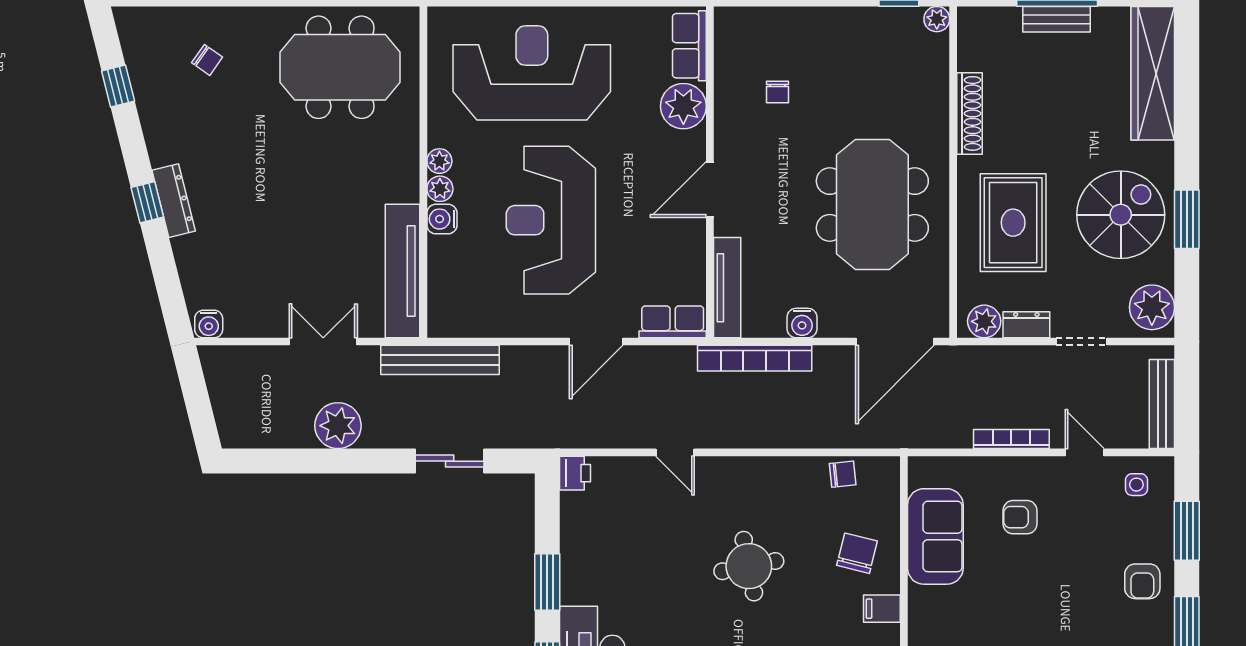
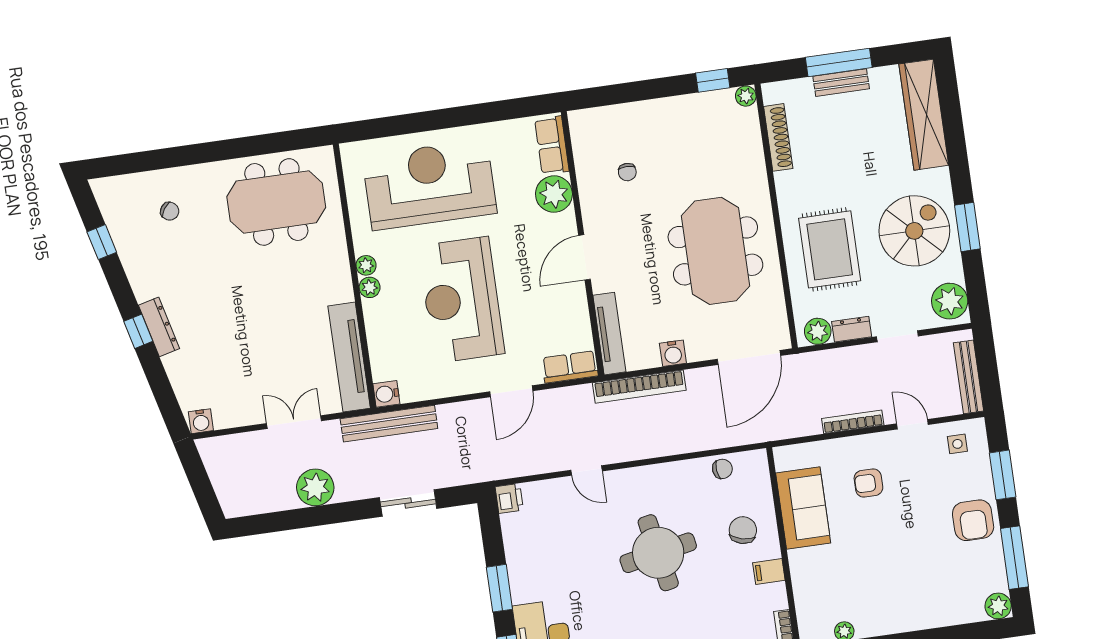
shoe rack: (970, 113) -> (778, 137), moved
water cooler: (442, 219) -> (386, 394), moved
round table: (749, 566) -> (658, 553), width x1.36, depth x1.36
armchair: (1142, 581) -> (973, 520), width x1.38, depth x1.38

